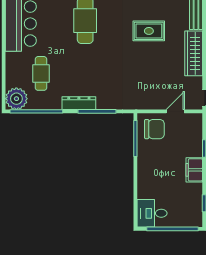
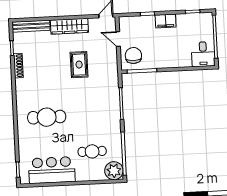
rug: (149, 31) -> (79, 65), moved
dresser: (79, 103) -> (115, 119), removed

